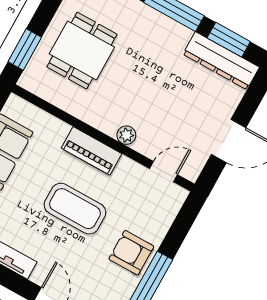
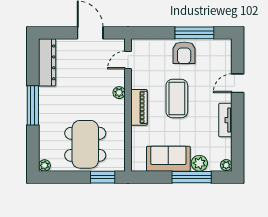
window: (229, 40) -> (33, 65), removed
dining table: (82, 51) -> (85, 144), width x1.37
door: (163, 172) -> (128, 60), hinge flipped

